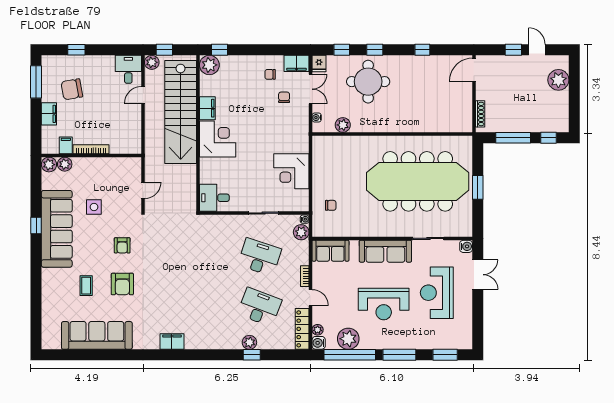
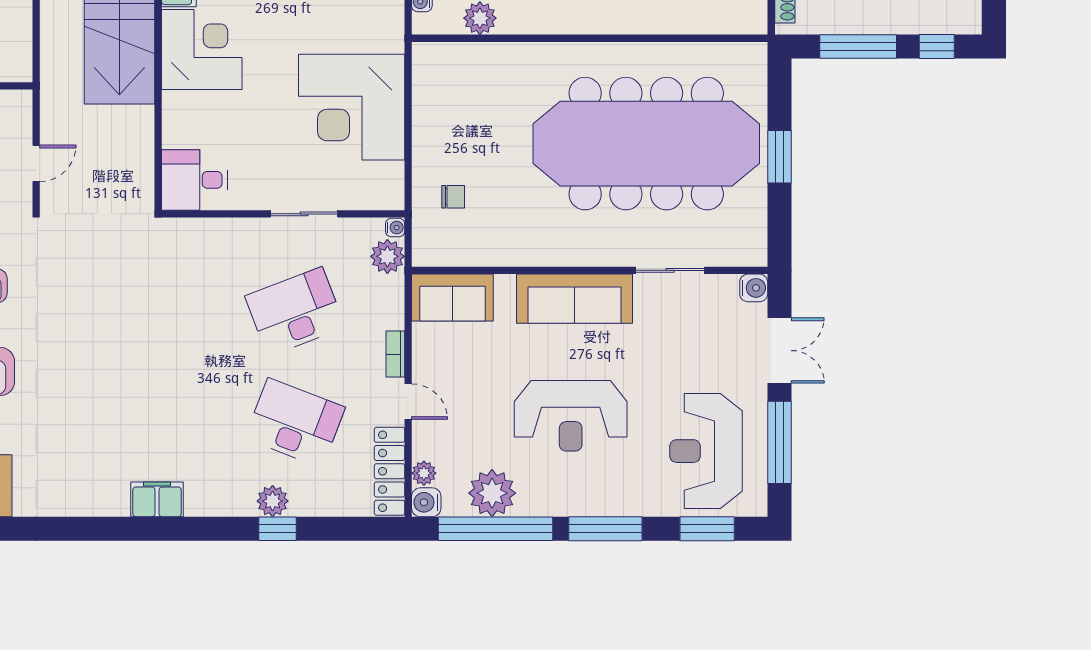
corner desk: (291, 171) -> (352, 107), width x1.36, depth x1.36
desk: (260, 257) -> (295, 312), turned -39
reception desk: (437, 293) -> (706, 451), moved
window: (478, 316) -> (780, 442), added
filing cabinet: (172, 342) -> (157, 499), moved

